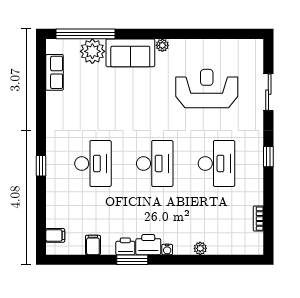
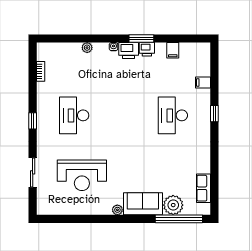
desk: (155, 163) -> (123, 115), removed
filing cabinet: (55, 235) -> (203, 83), moved

